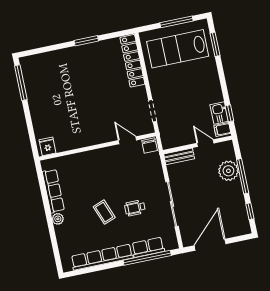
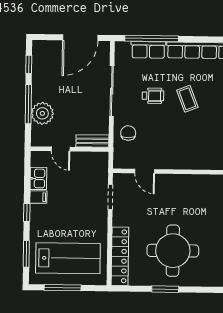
round table: (87, 76) -> (173, 251), added
window: (229, 113) -> (27, 213), moved
filing cabinet: (222, 129) -> (38, 197), moved
chair: (150, 146) -> (128, 133), moved

